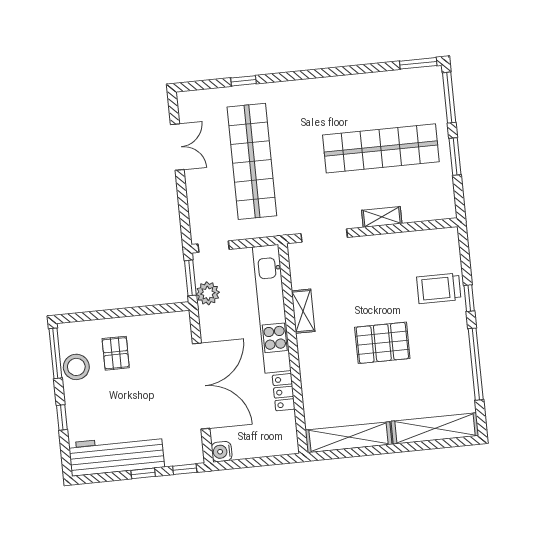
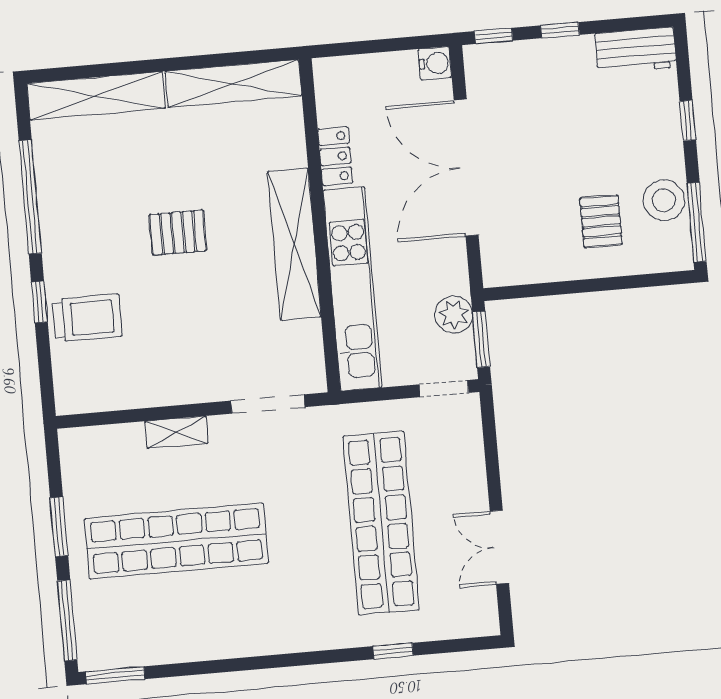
shelving: (303, 311) -> (294, 244), width x2.20, depth x1.33
pallet: (382, 343) -> (178, 233), width x0.67, depth x0.71
workbench: (117, 455) -> (636, 50), width x0.53, depth x0.76

